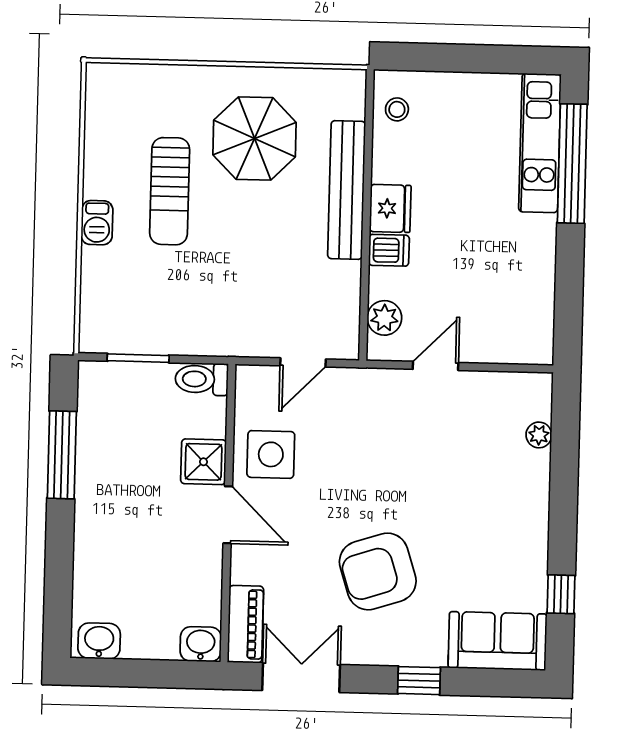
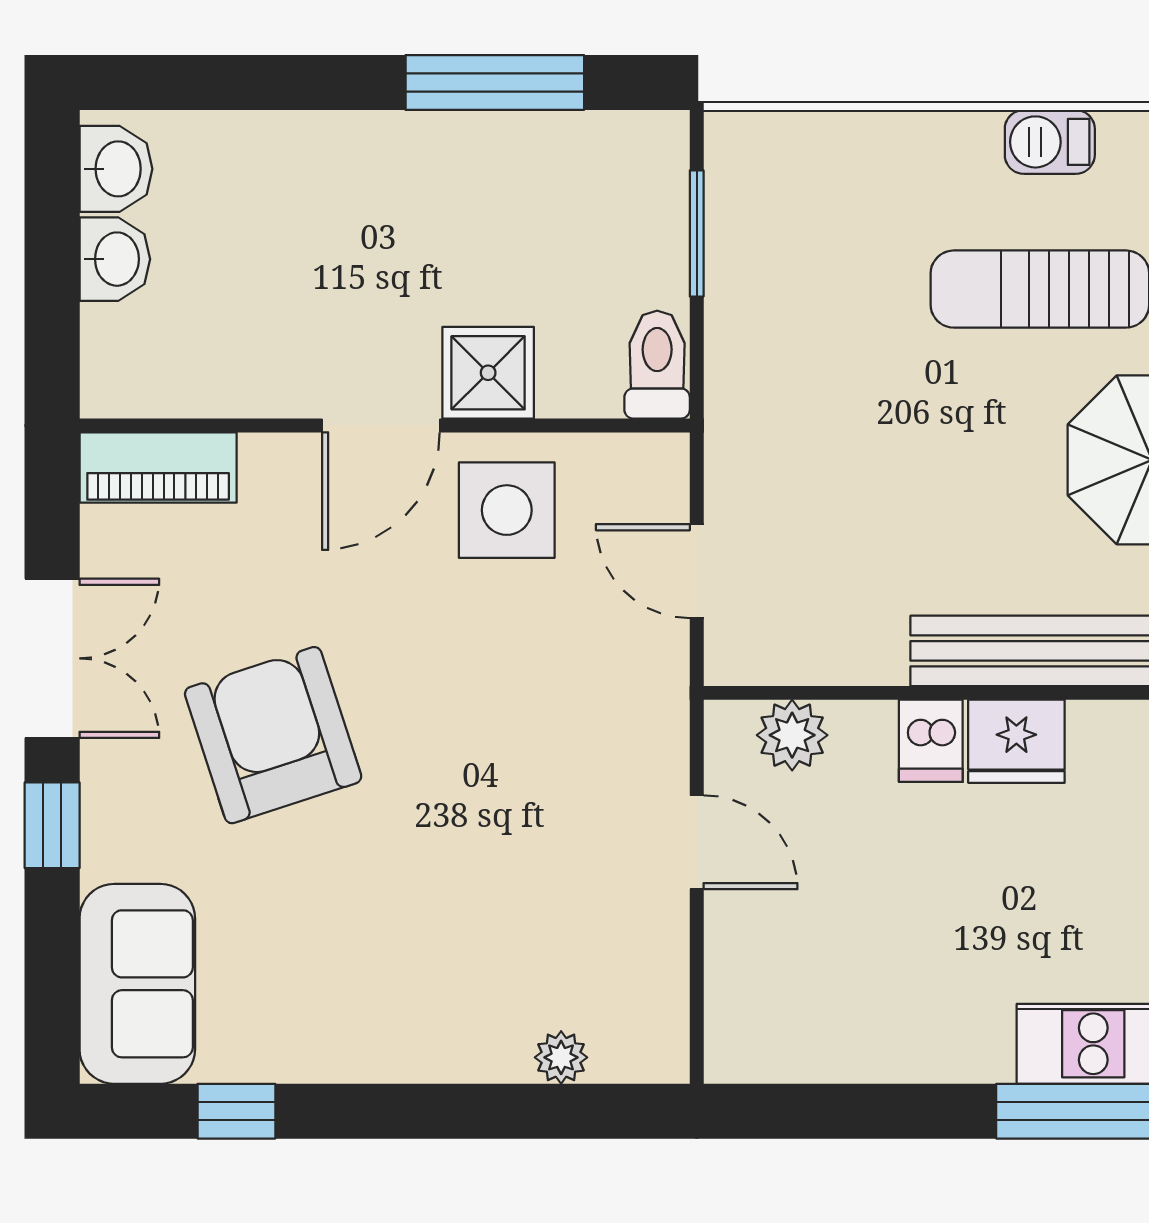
barbecue: (97, 223) -> (1050, 142), moved
washbasin: (201, 644) -> (115, 259), moved
double door: (301, 677) -> (52, 658), moved

